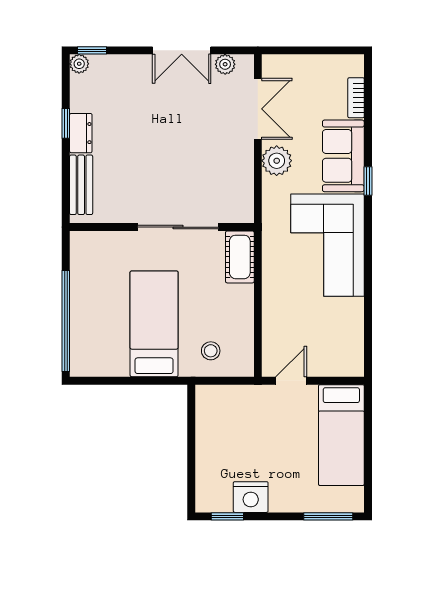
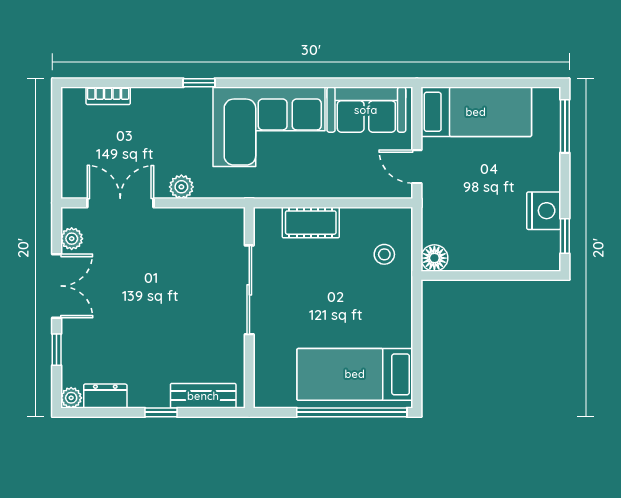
window: (92, 50) -> (57, 350), moved
window: (66, 123) -> (161, 412), moved
dresser: (81, 133) -> (105, 396), moved
sofa: (343, 156) -> (366, 110), moved
plant: (277, 161) -> (181, 187), width x0.73, depth x0.73
cot: (240, 257) -> (311, 223), moved
bed: (154, 324) -> (355, 374), moved
floor lamp: (207, 397) -> (434, 258), added

